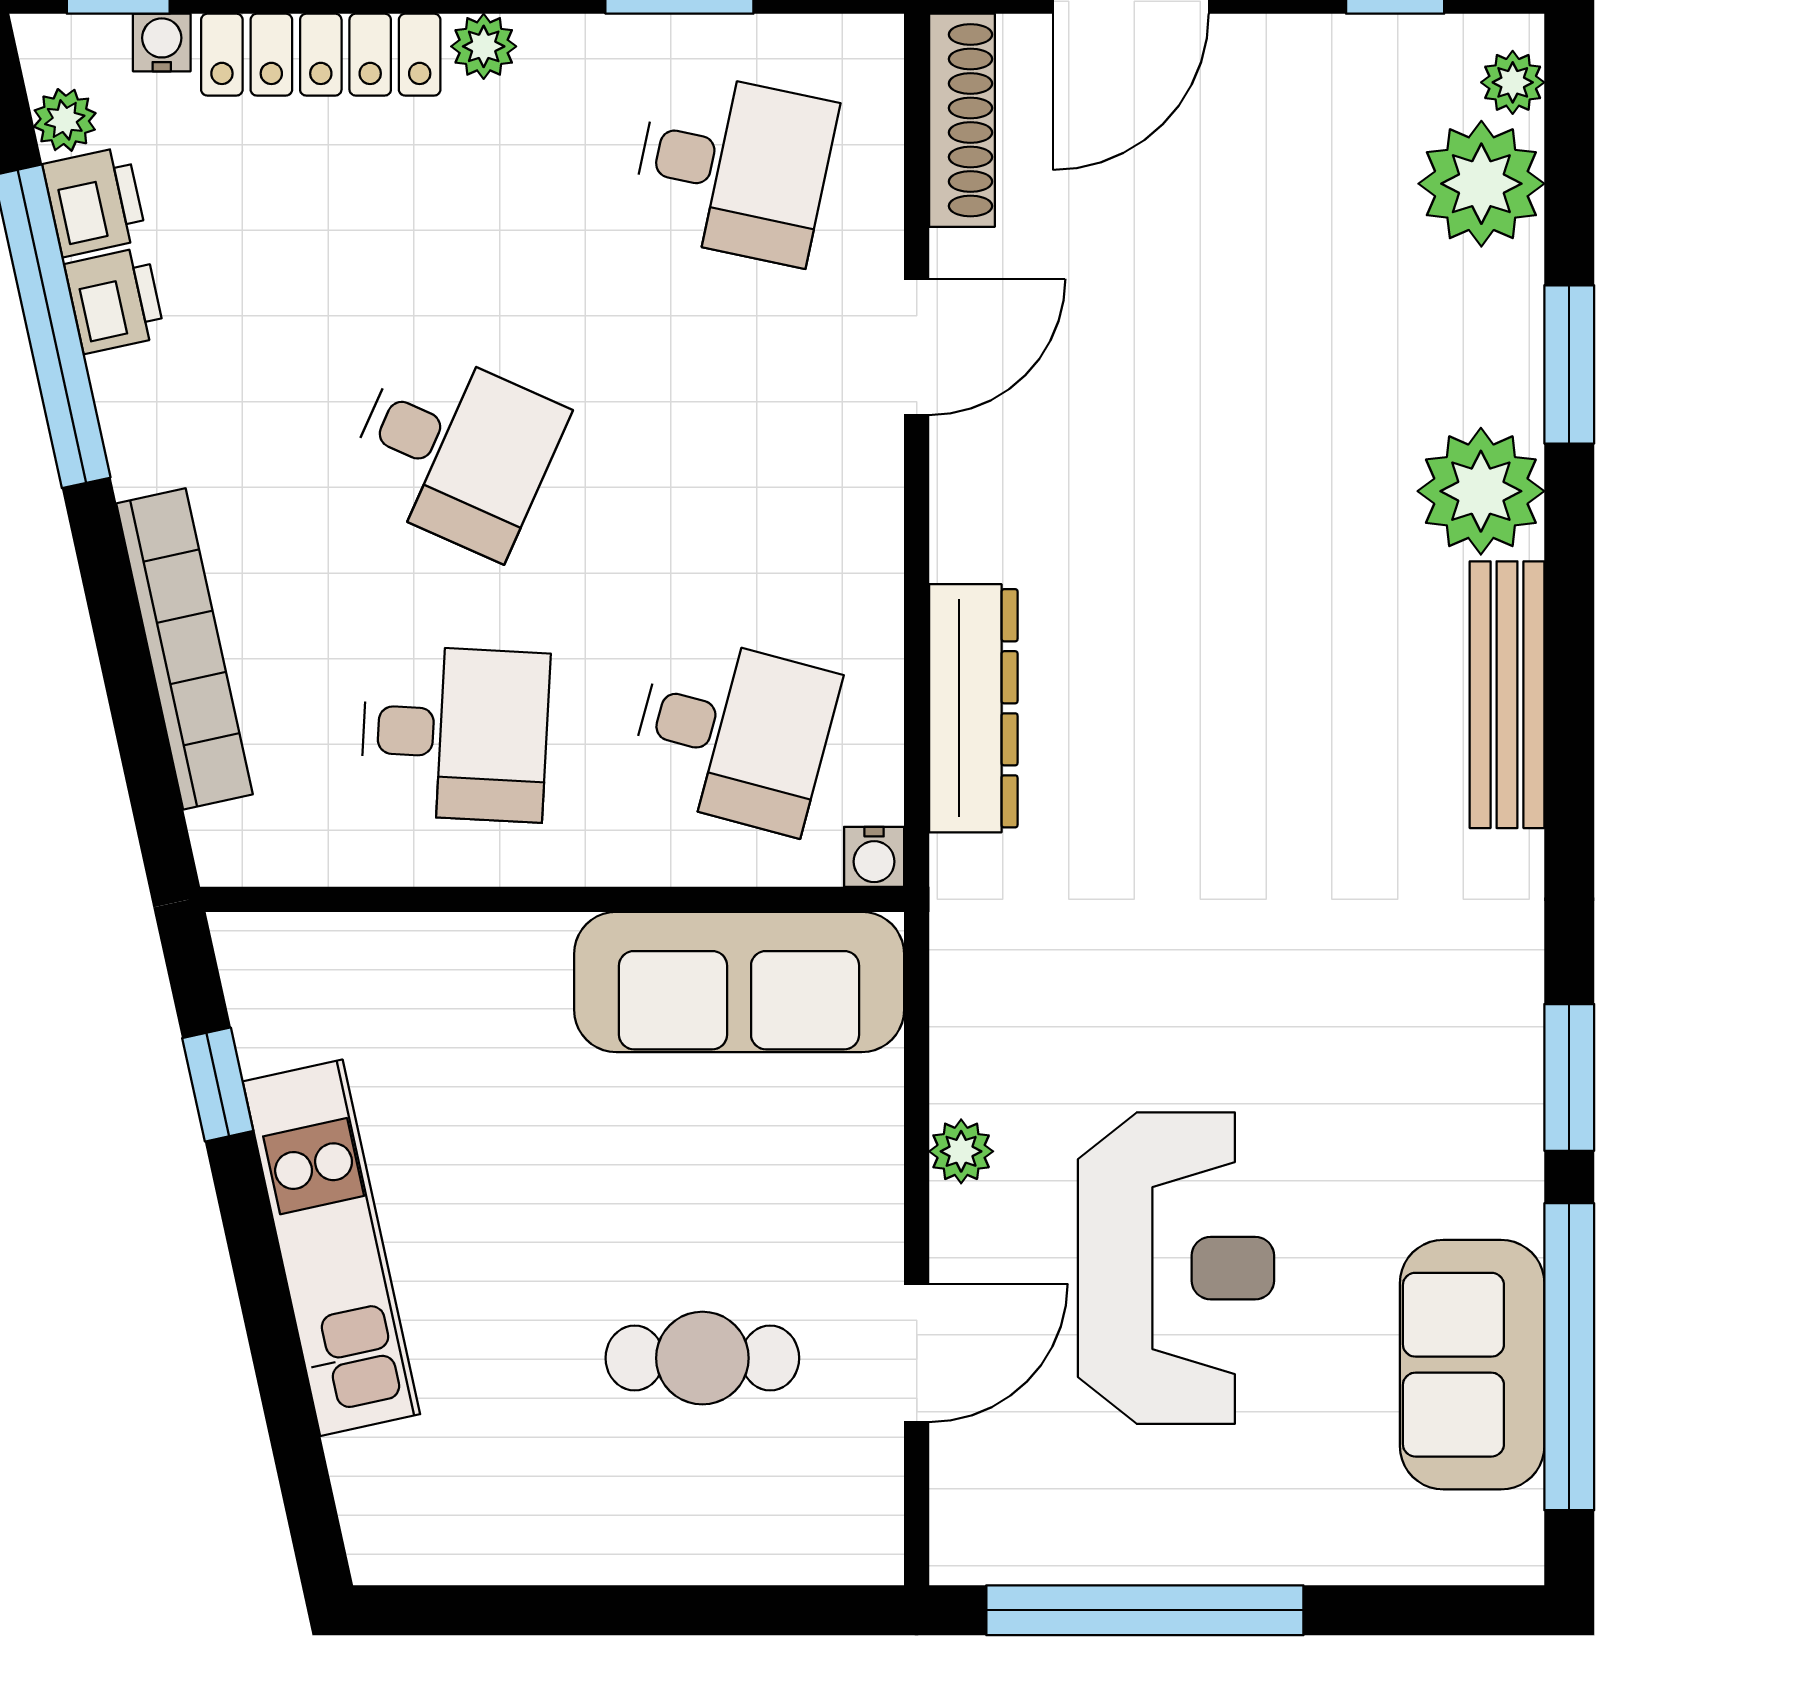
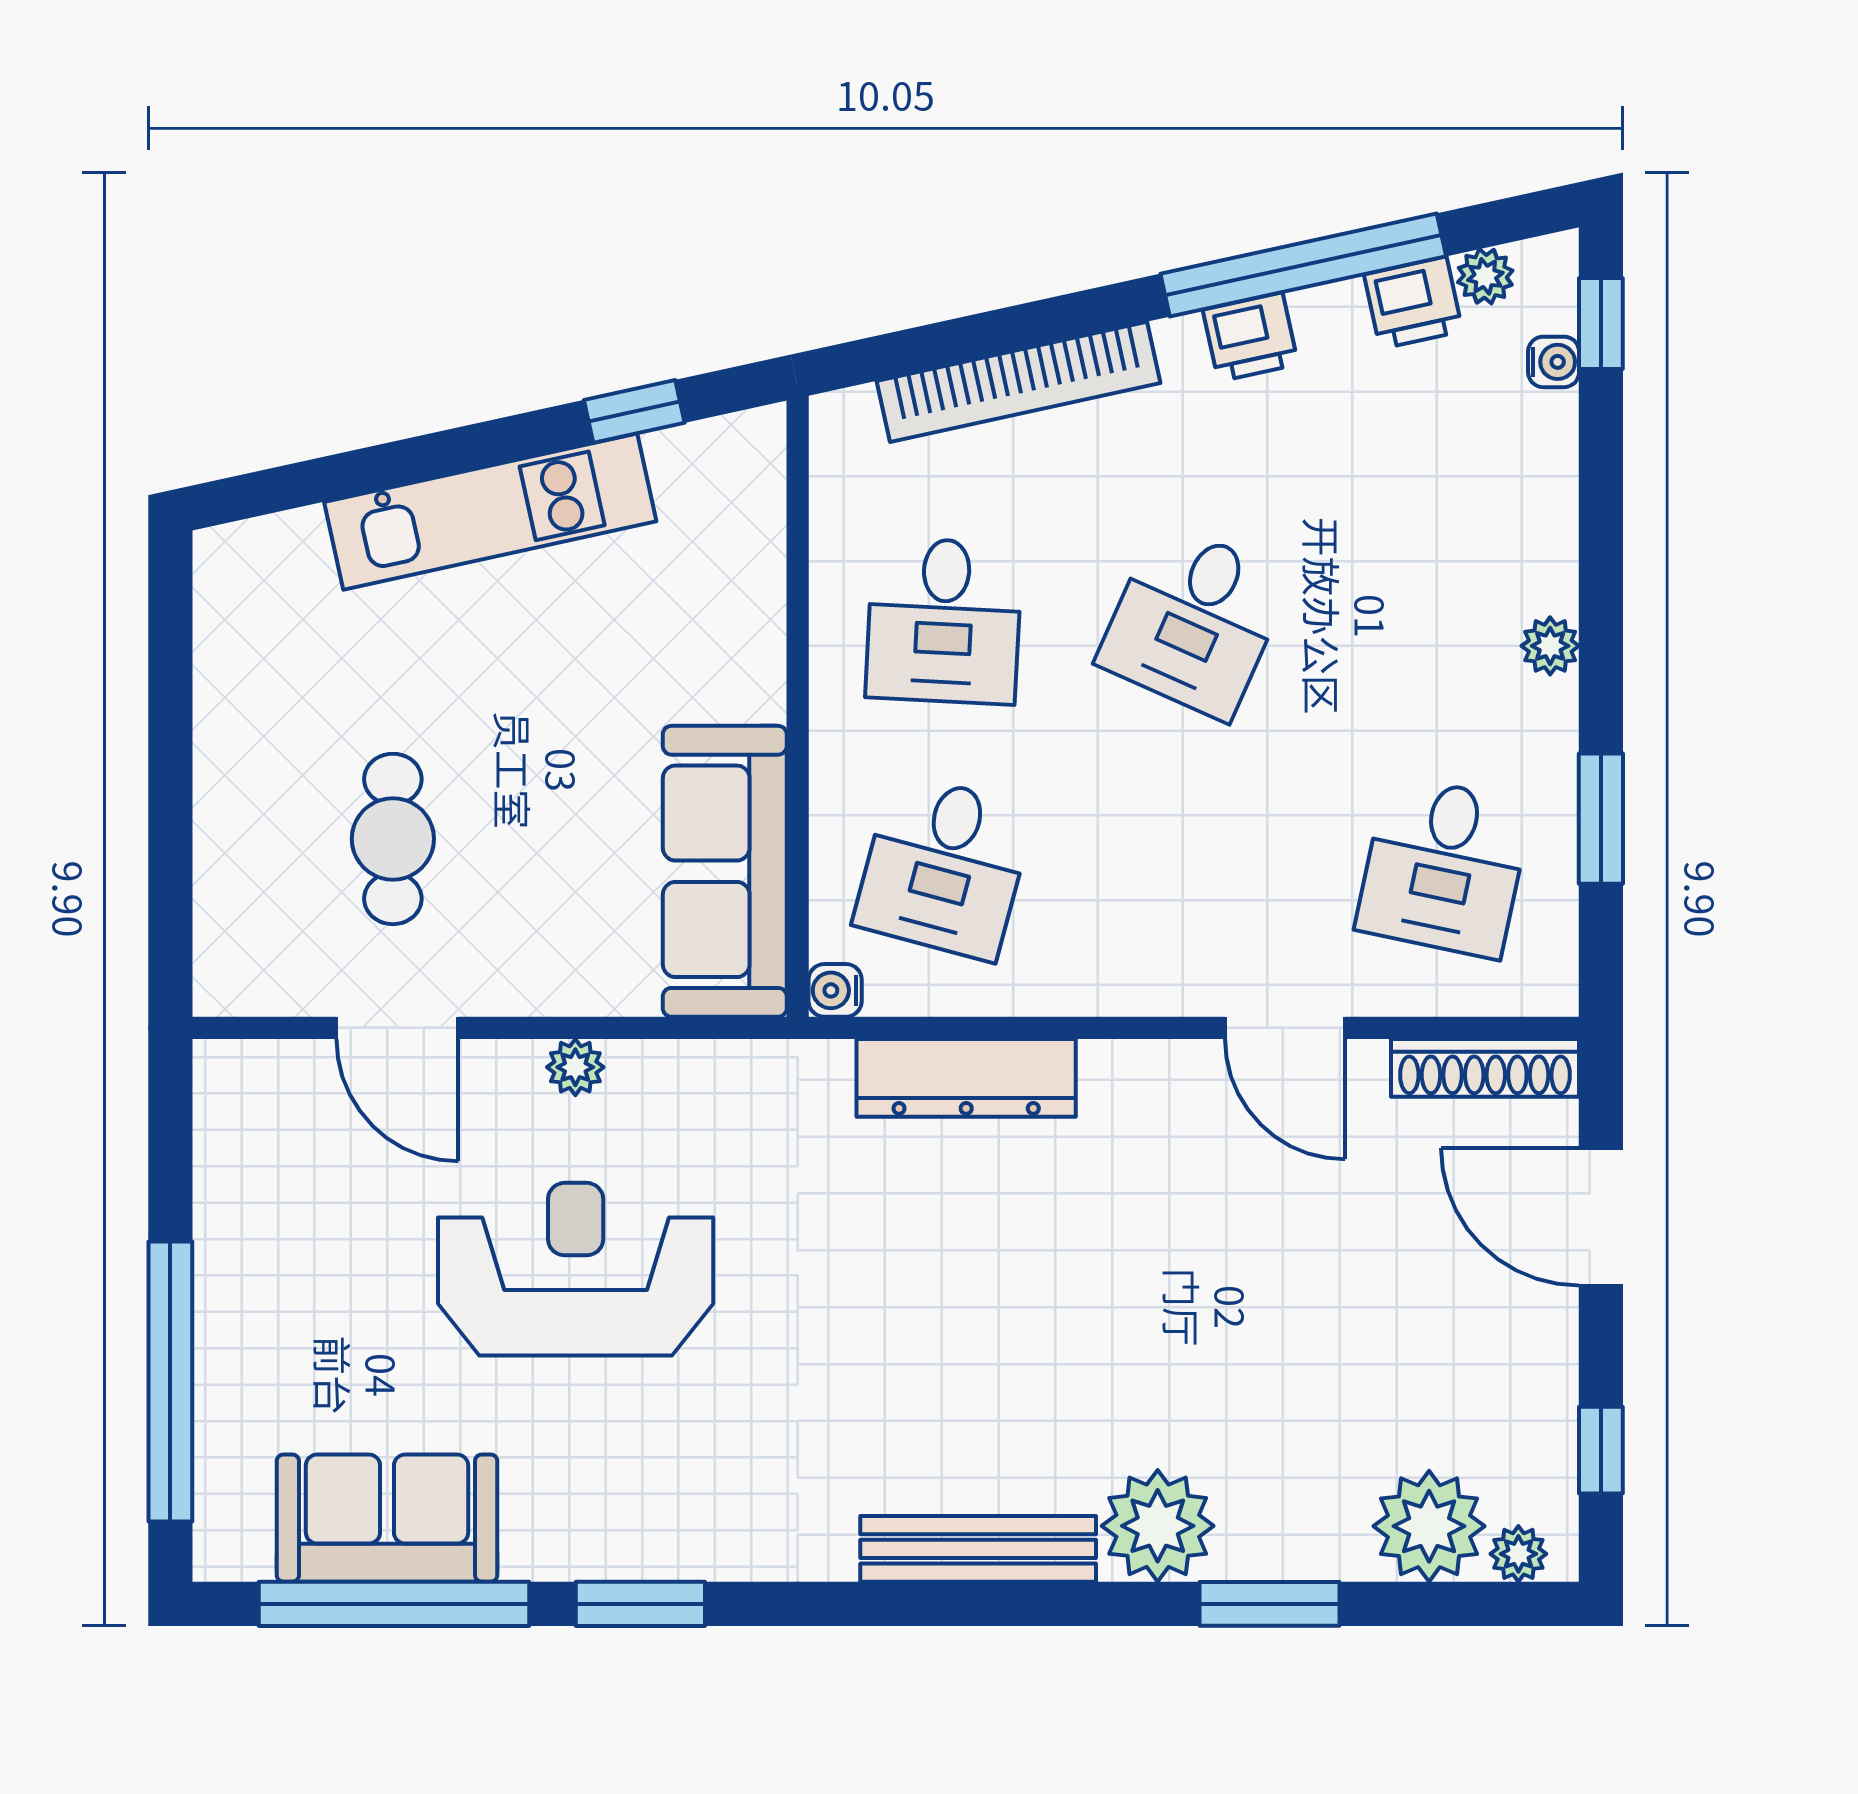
locker: (321, 55) -> (1543, 502), removed
printer: (115, 300) -> (1250, 337), moved
reception desk: (1176, 1268) -> (576, 1269), moved, turned 180
window: (1145, 1610) -> (170, 1382), moved

